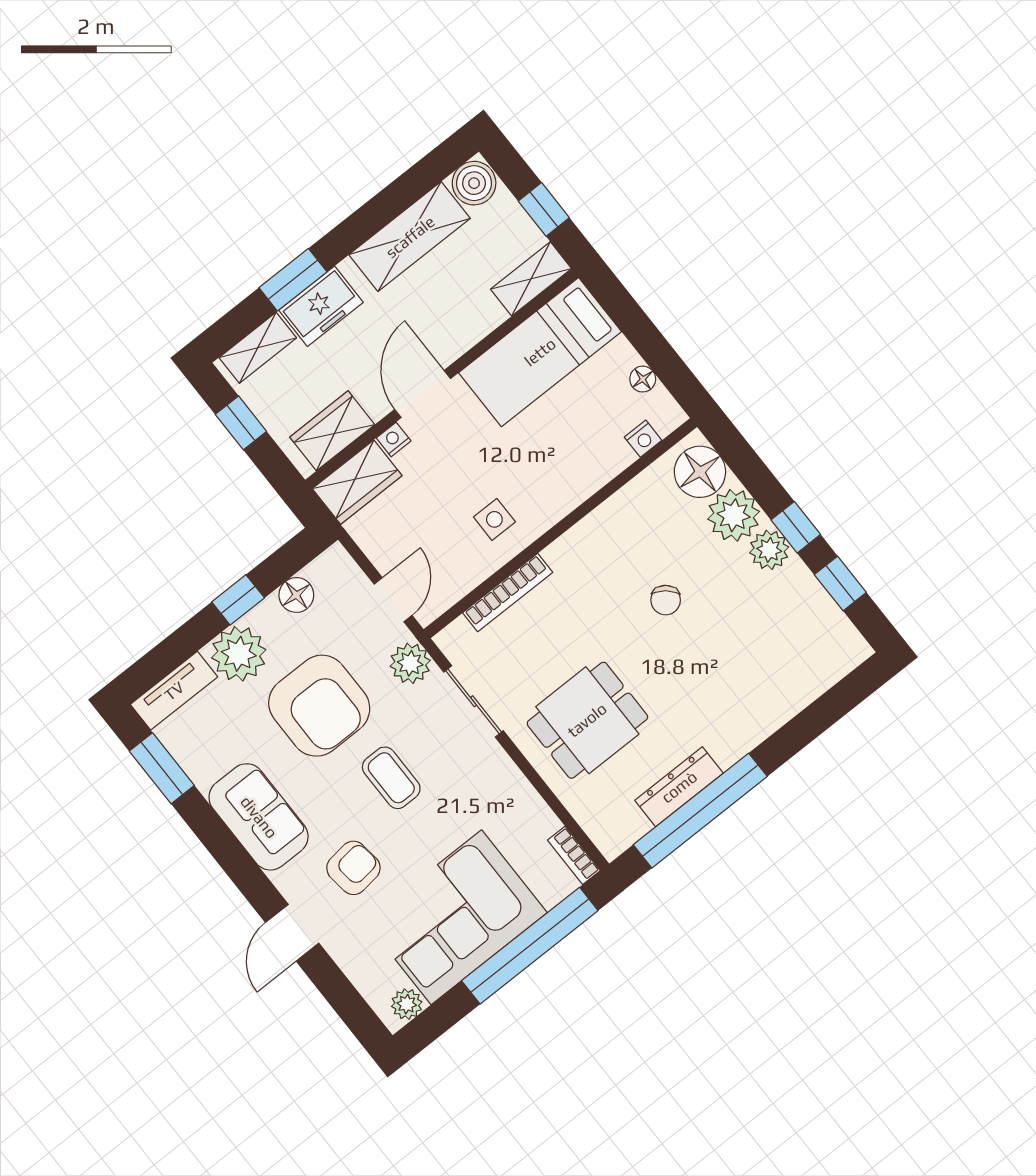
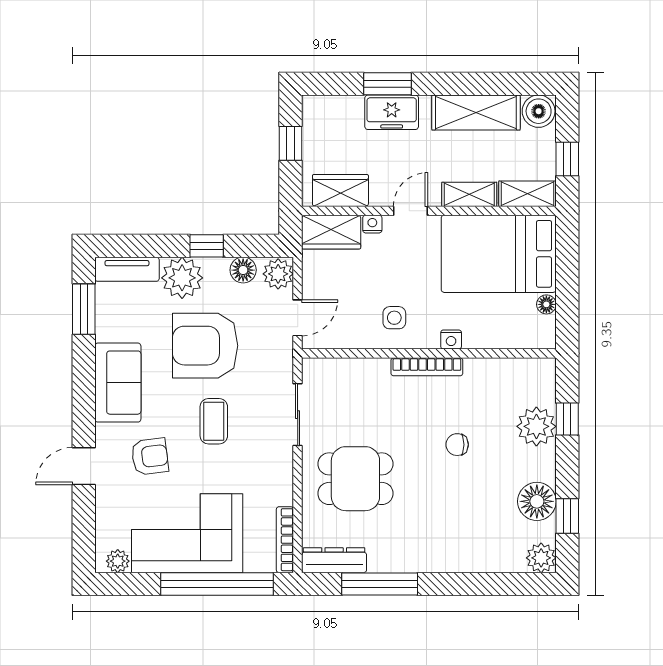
shelving: (258, 348) -> (469, 194), moved
bed: (540, 352) -> (499, 254), width x1.50
door: (423, 394) -> (410, 211), width x0.73
nightstand: (643, 439) -> (451, 340), moved
floor lamp: (700, 472) -> (537, 501), moved
window: (796, 527) -> (567, 419), moved
plant: (769, 550) -> (541, 558), moved
bookcase: (508, 593) -> (427, 367), moved
chair: (666, 600) -> (457, 445), turned 51
plant: (410, 663) -> (278, 274), moved
armchair: (319, 706) -> (205, 346), turned 90
dresser: (679, 787) -> (334, 560), moved
window: (700, 811) -> (380, 584), width x0.68
bookcase: (574, 855) -> (285, 540), width x1.56

